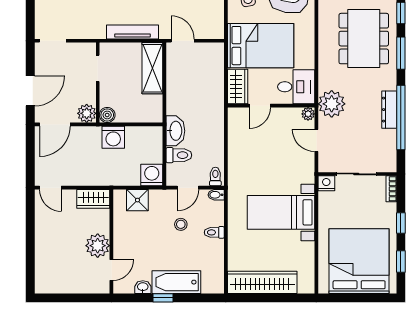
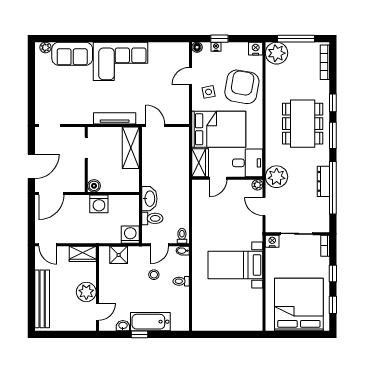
plant: (87, 113) -> (77, 184), removed
bench: (43, 254) -> (42, 299), added
wardrobe: (262, 282) -> (220, 322), removed

